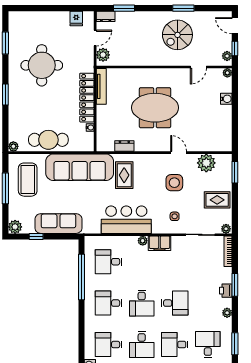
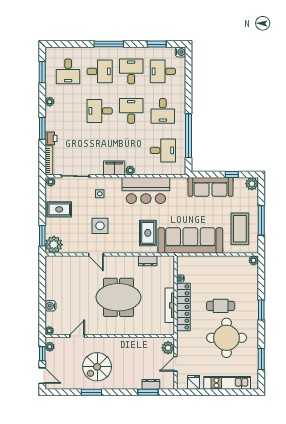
dresser: (106, 16) -> (151, 384), moved
kitchen unit: (41, 18) -> (227, 383), added
spiral stairs: (177, 35) -> (97, 367), turned 180
tv unit: (101, 86) -> (170, 305), moved
cafe table: (48, 140) -> (221, 306), moved, width x0.73, depth x0.74
plant: (206, 163) -> (54, 245), moved
printer: (226, 291) -> (51, 138), moved
desk: (109, 303) -> (163, 111), turned 90
desk: (109, 345) -> (163, 71), turned 180

